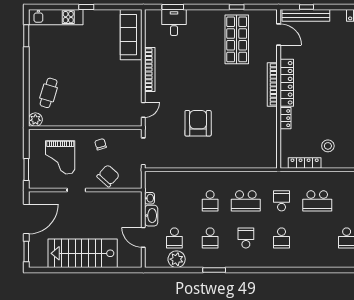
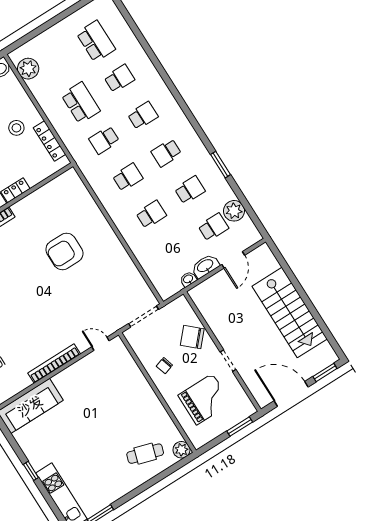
armchair: (198, 123) -> (64, 251), moved
school desk: (246, 201) -> (128, 177), width x0.54
school desk: (317, 238) -> (119, 78), added

